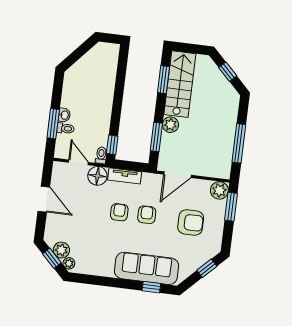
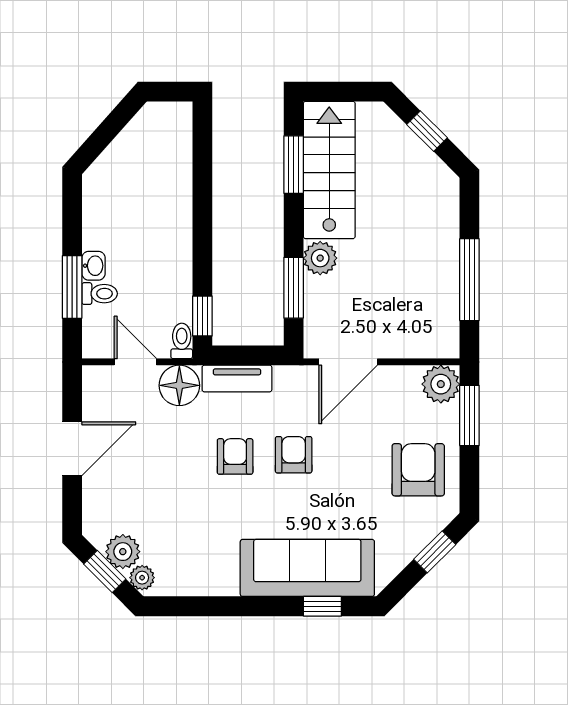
door: (44, 199) -> (72, 449), hinge flipped
armchair: (191, 222) -> (418, 470), moved, turned -90

